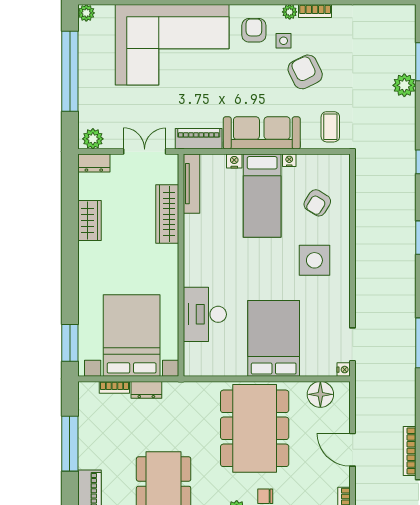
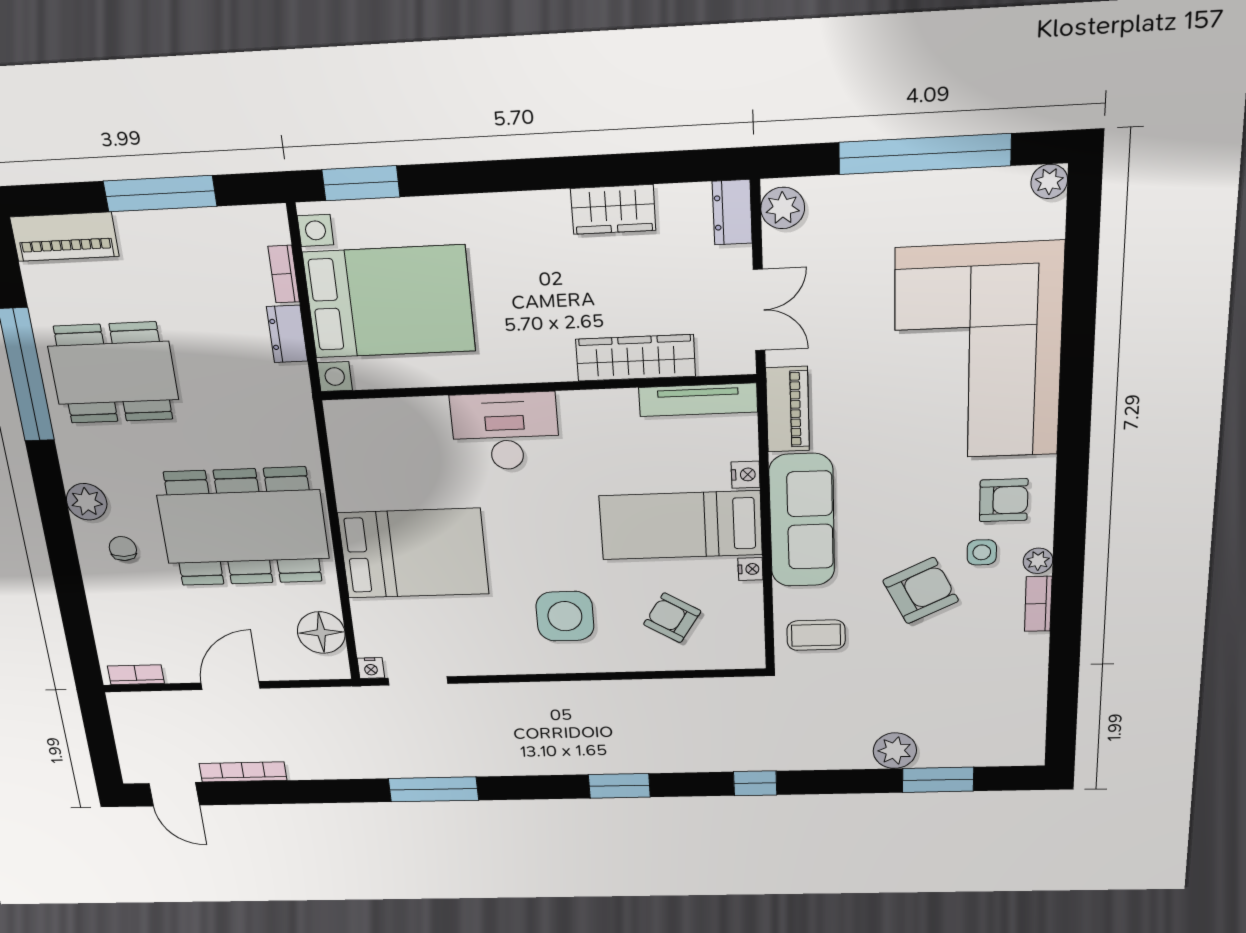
desk: (205, 314) -> (505, 431), moved

